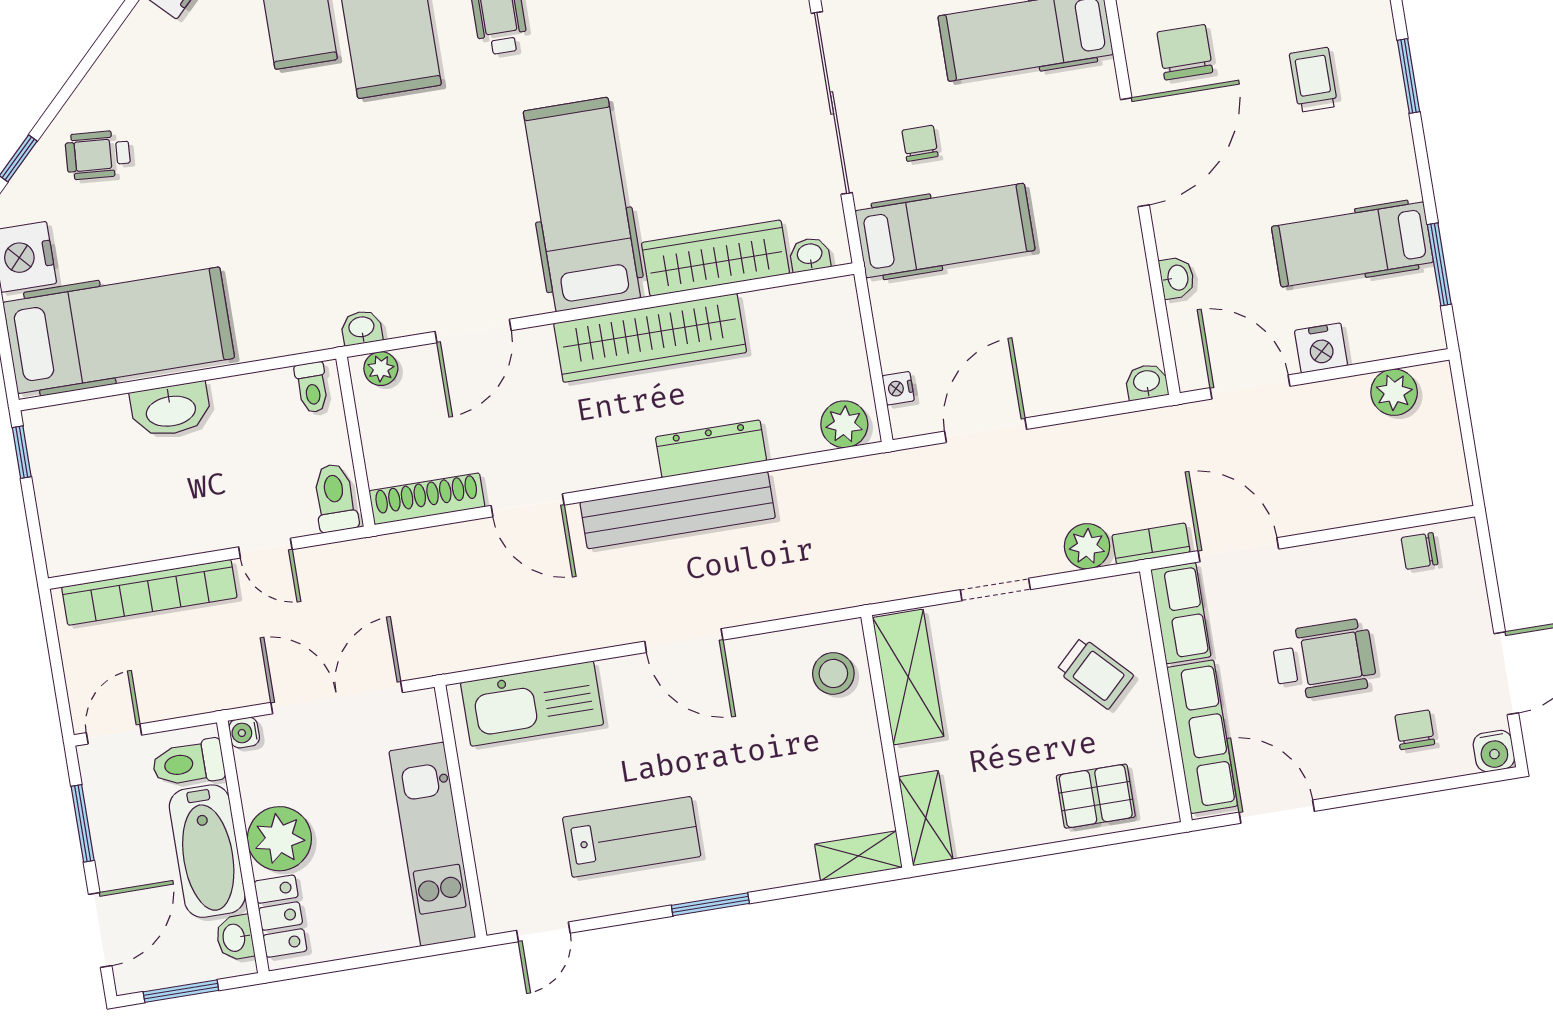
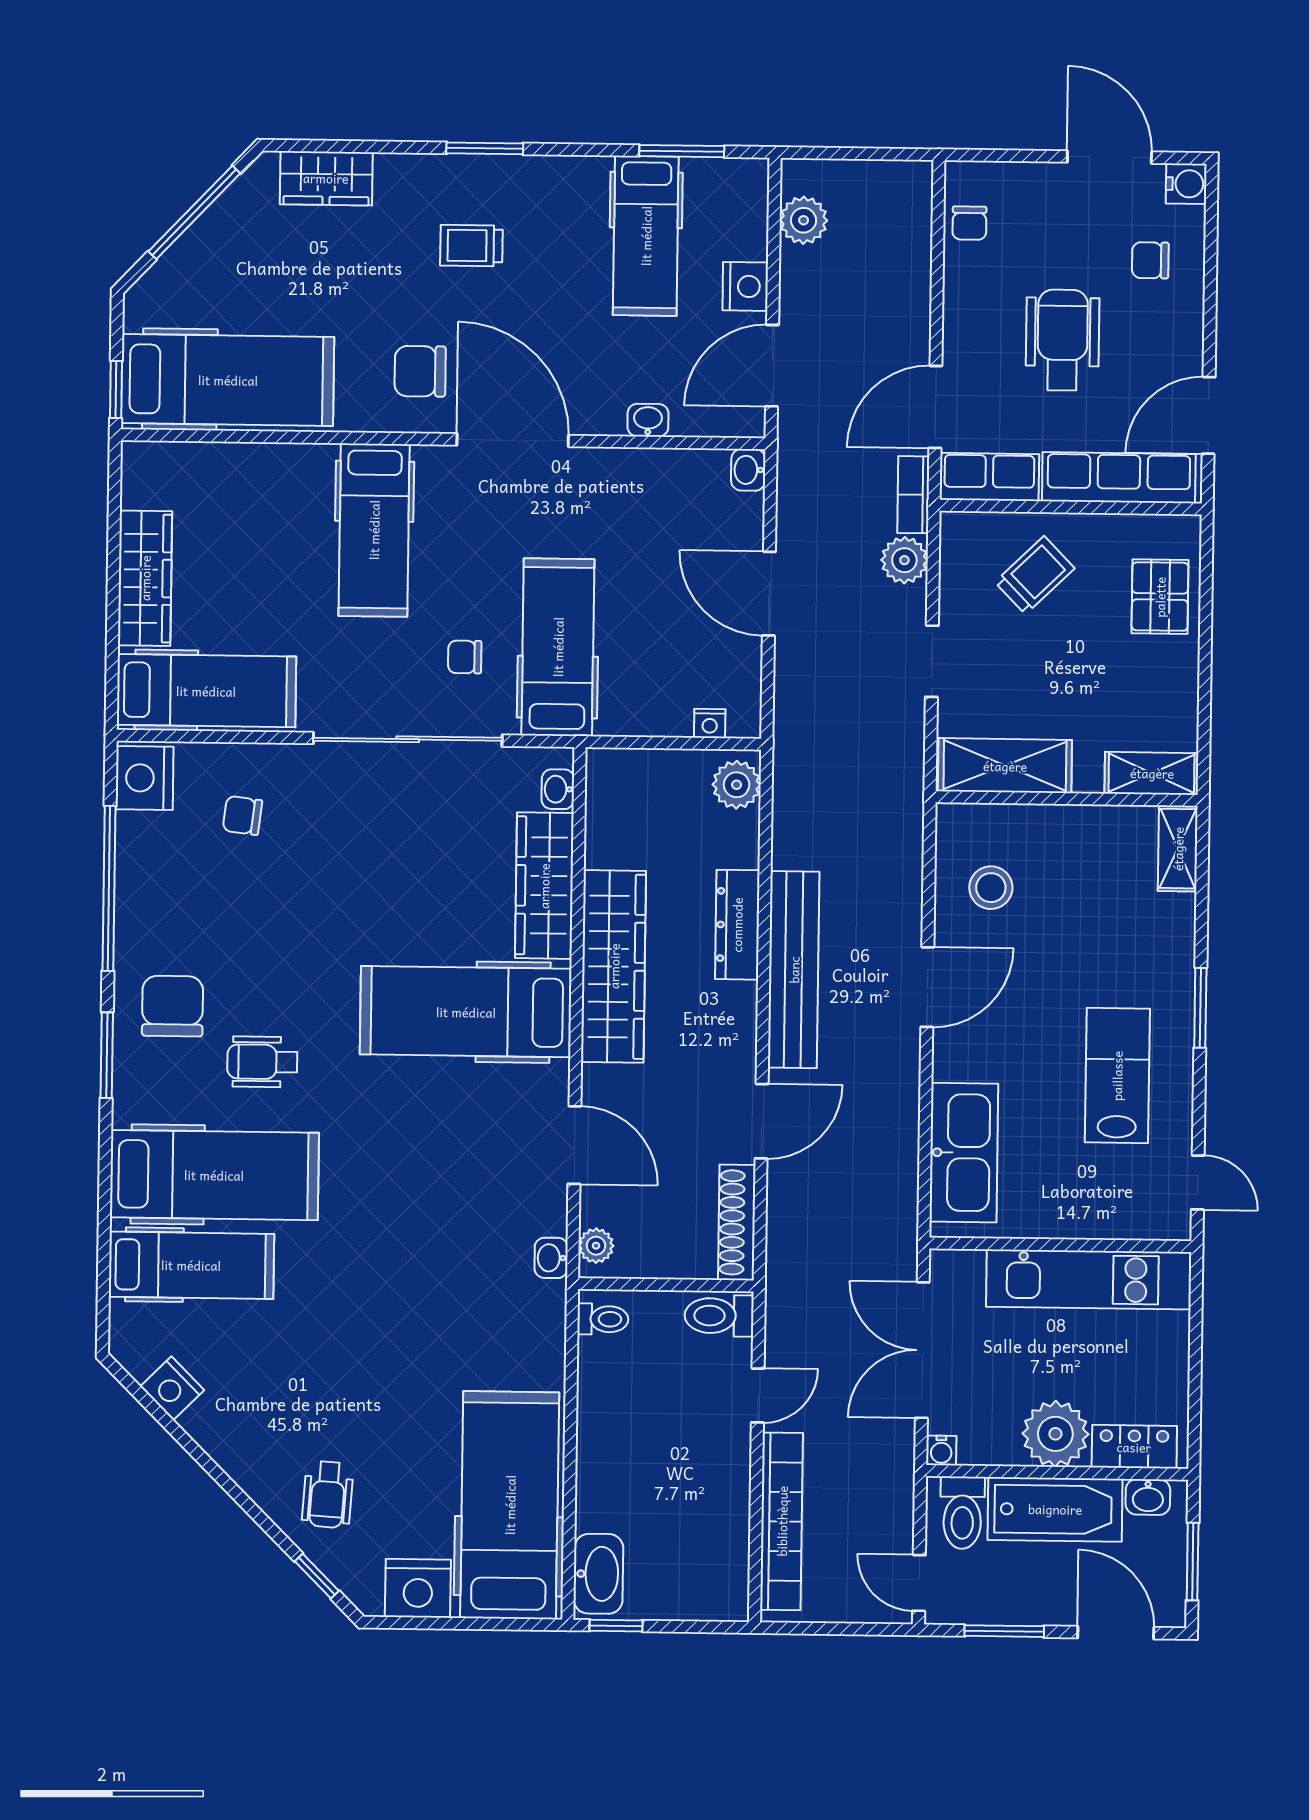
washbasin: (171, 410) -> (598, 1574), moved
door: (986, 430) -> (769, 594), moved
stool: (833, 673) -> (991, 888), moved

